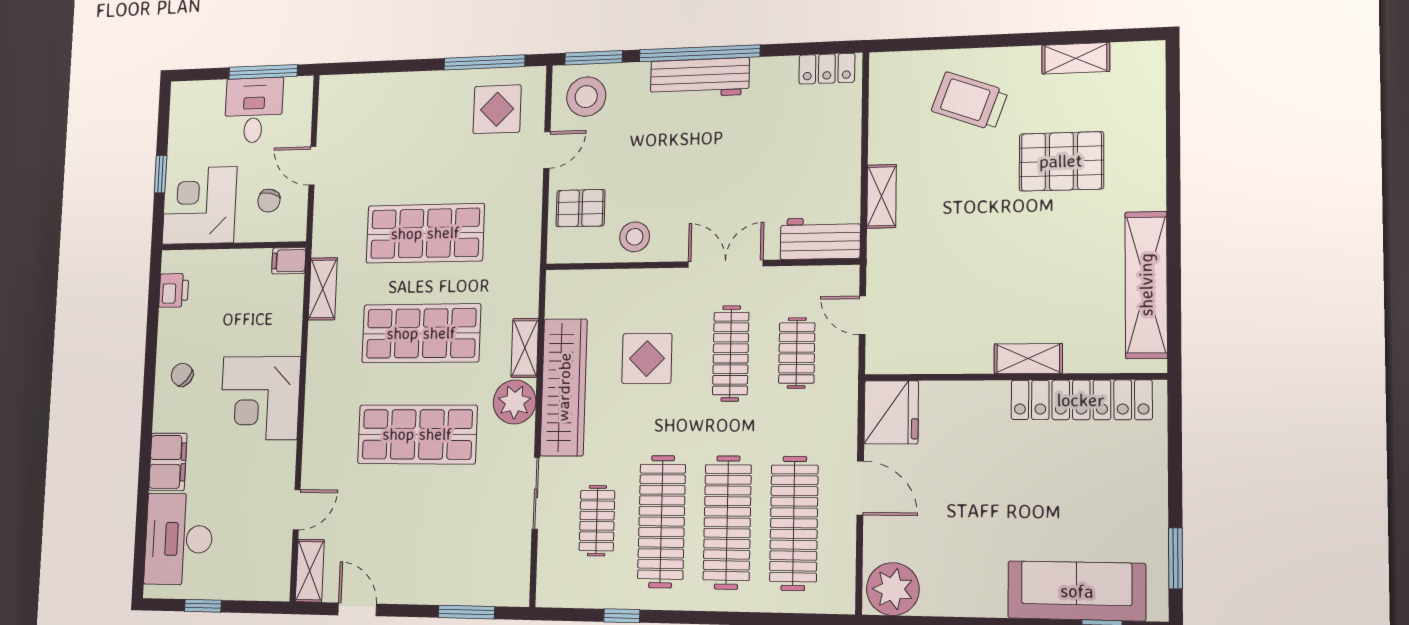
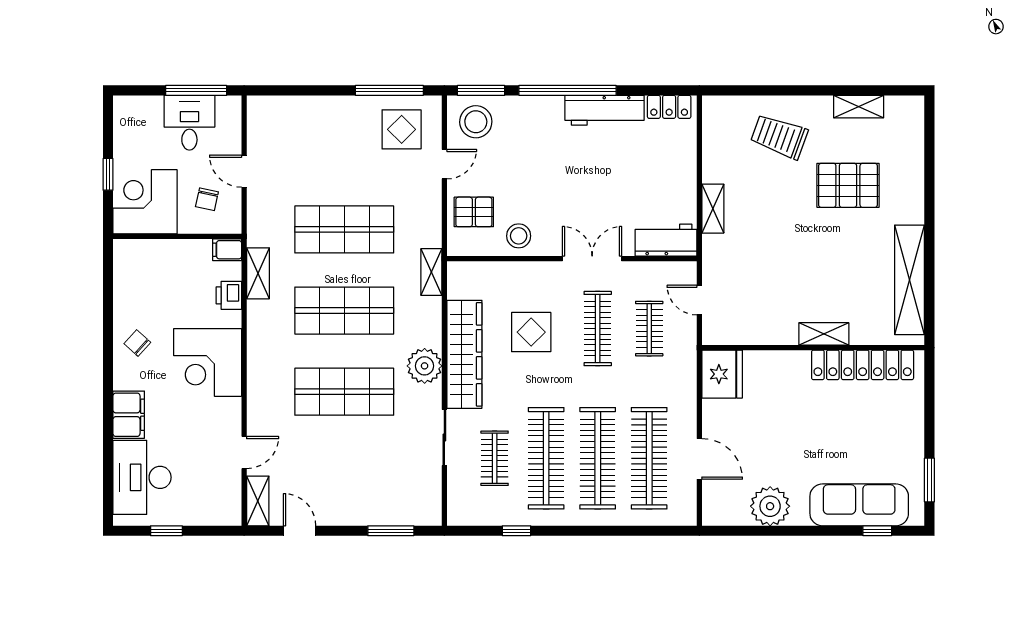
workbench: (700, 78) -> (605, 110), moved
printer: (174, 290) -> (229, 295), moved, turned 180
shelving: (525, 348) -> (431, 272), moved
door: (860, 488) -> (699, 459), moved
plant: (893, 589) -> (770, 506), moved

